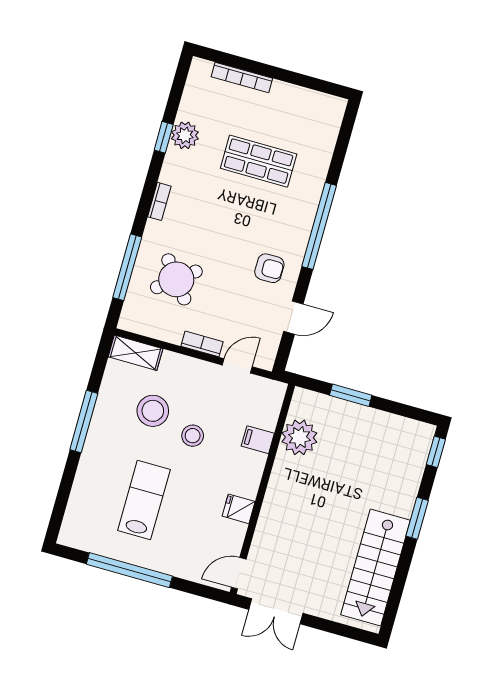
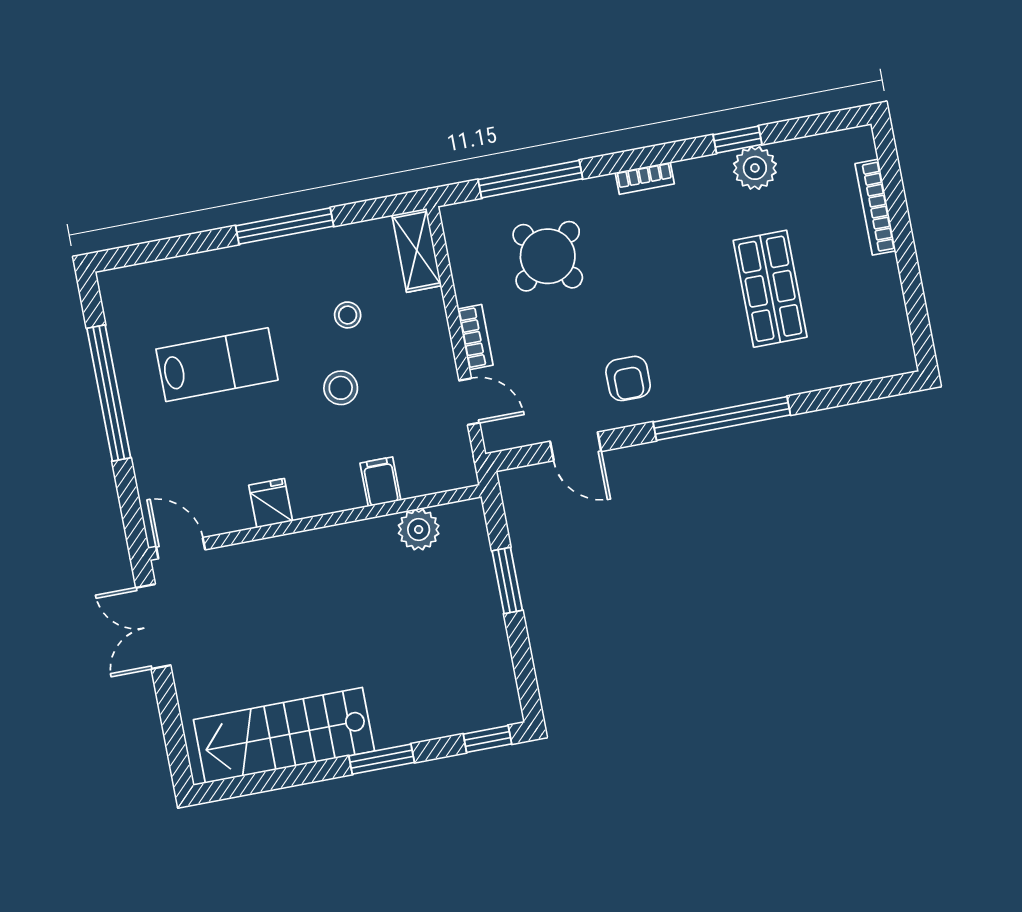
stool: (153, 411) -> (348, 315), width x0.53, depth x0.53
plant: (299, 437) -> (419, 530), width x0.73, depth x0.73

